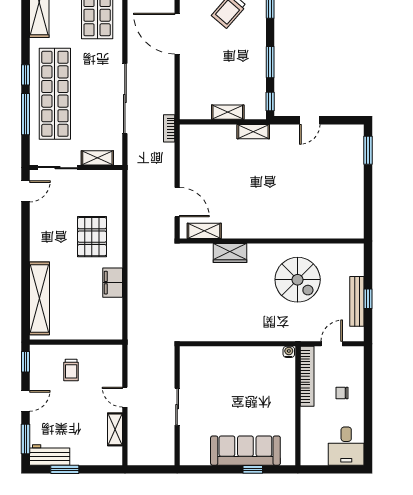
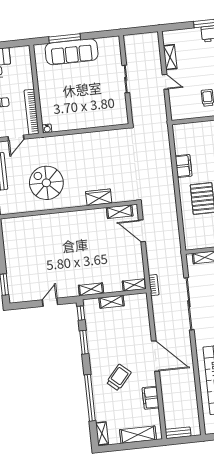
shelving: (195, 131) -> (134, 285), added
window: (253, 469) -> (65, 38), width x2.17

